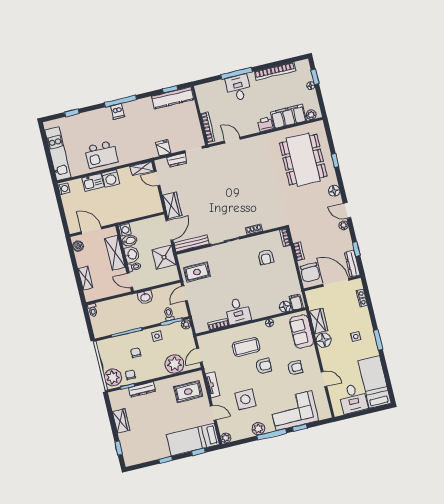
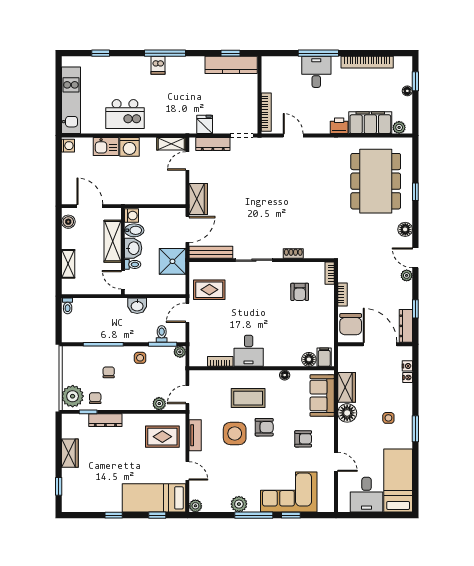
dresser: (177, 160) -> (213, 144), width x1.44
door: (157, 179) -> (187, 161), hinge flipped
plant: (175, 364) -> (159, 404), width x0.53, depth x0.53
side table: (245, 399) -> (235, 434), moved

